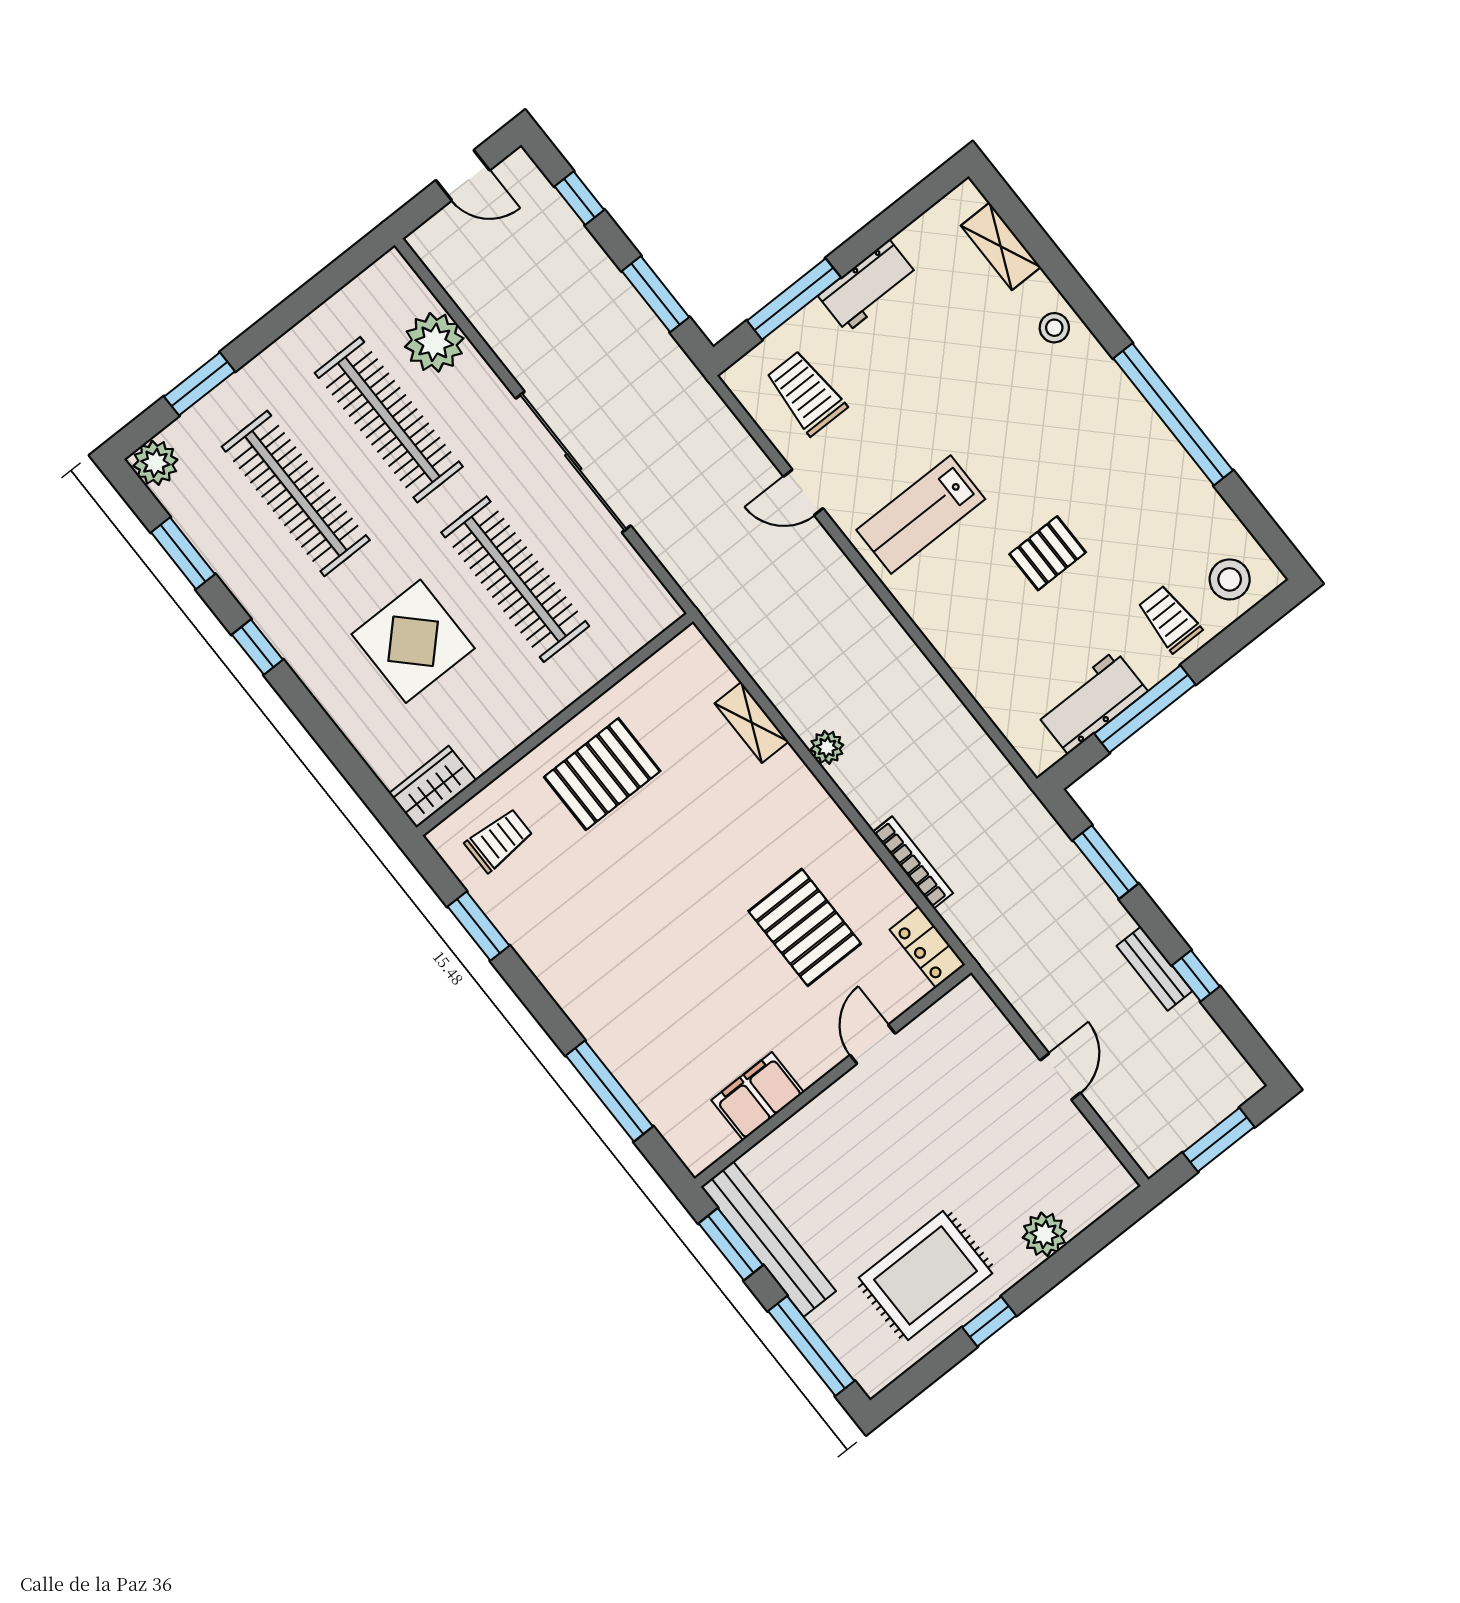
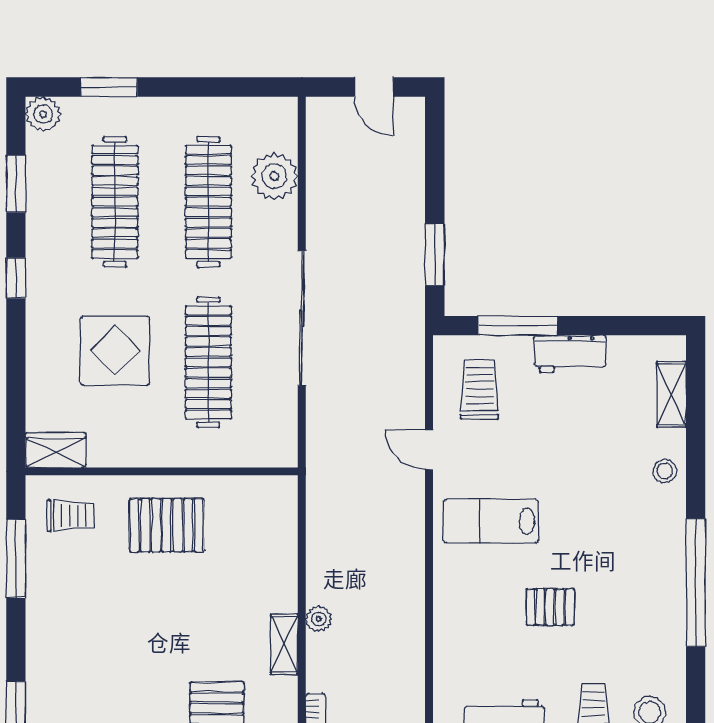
window: (579, 198) -> (435, 158), removed
shelving: (752, 723) -> (284, 644), moved
window: (479, 926) -> (16, 559), width x1.44

